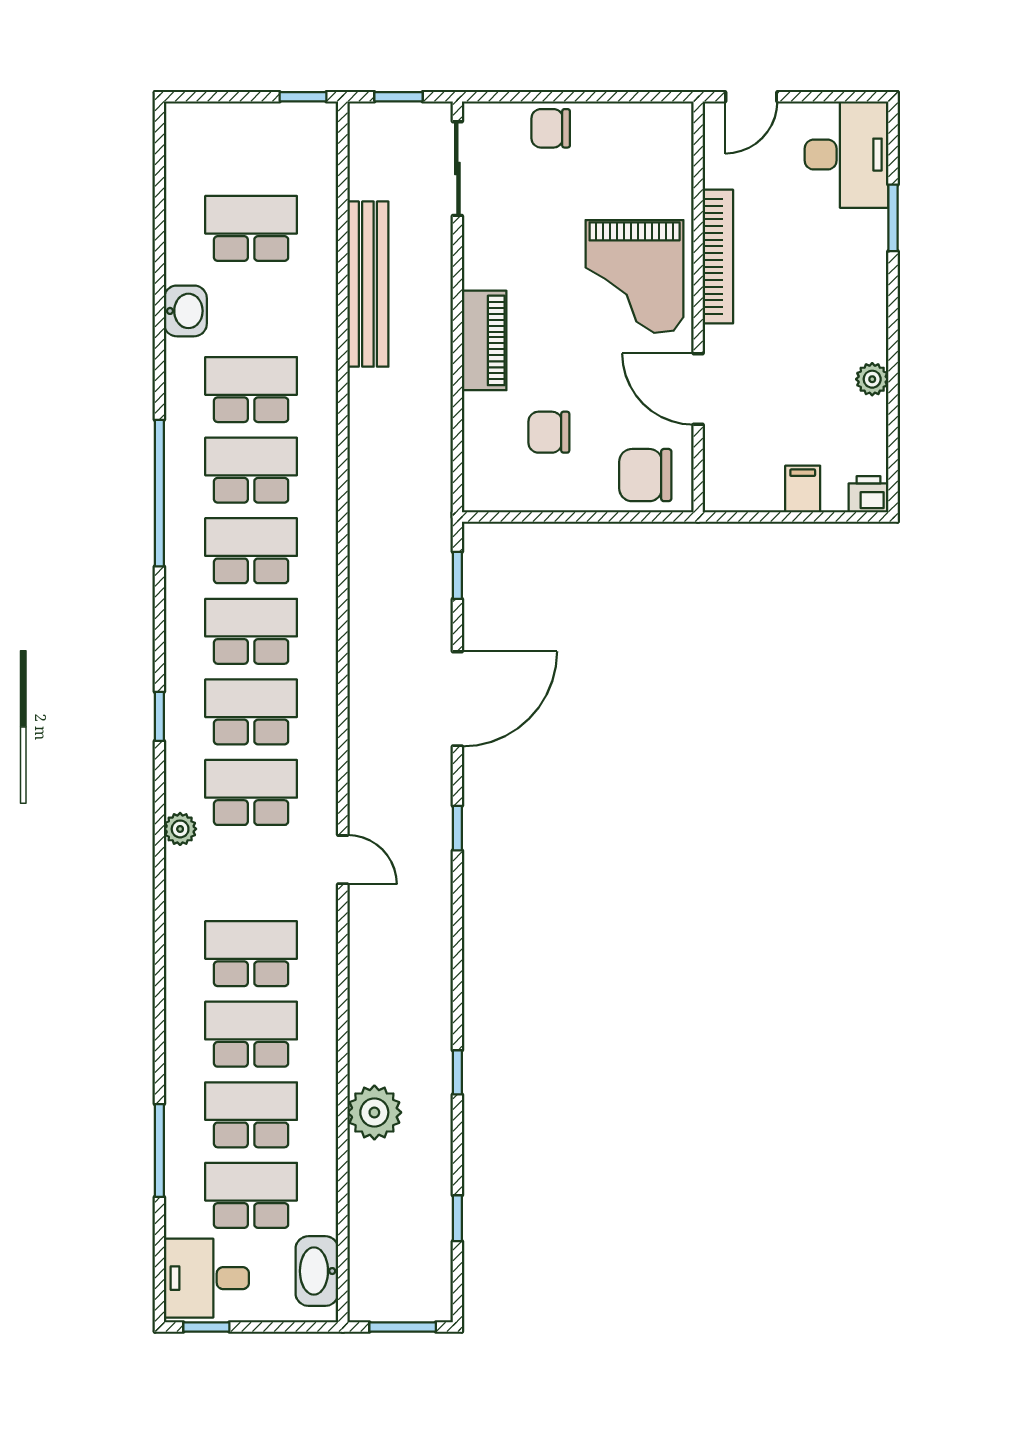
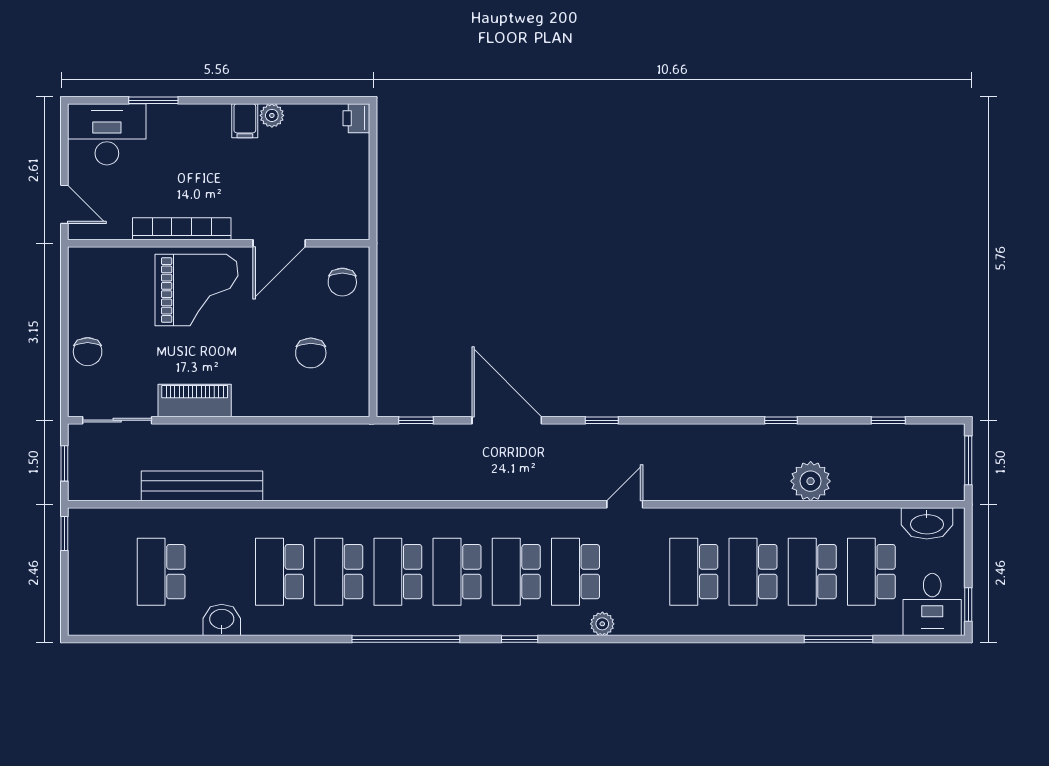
piano: (484, 340) -> (195, 400), moved
chair: (645, 475) -> (342, 282), width x0.73, depth x0.73
filing cabinet: (803, 489) -> (245, 121), moved, turned -90
window: (159, 493) -> (406, 639), moved

